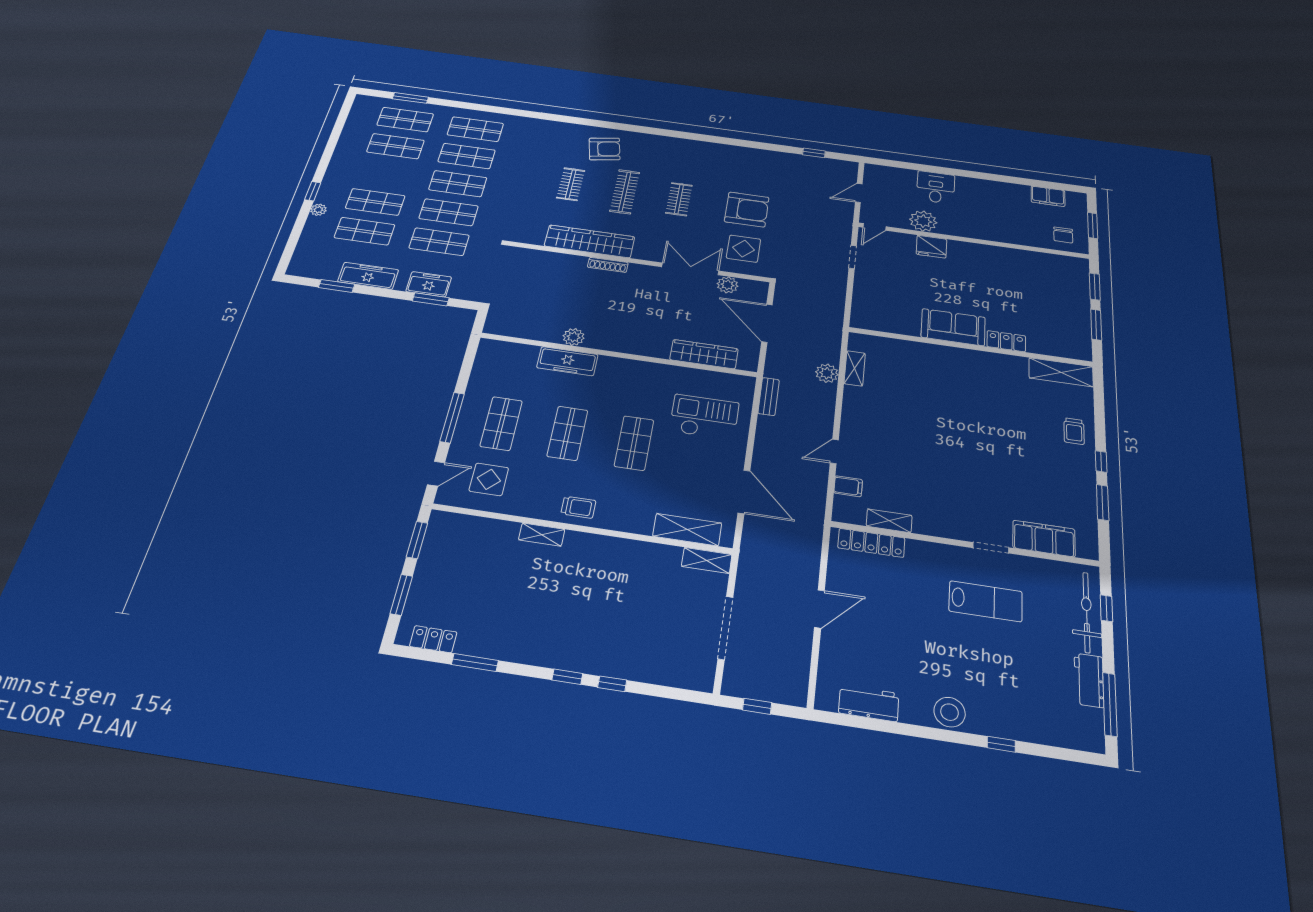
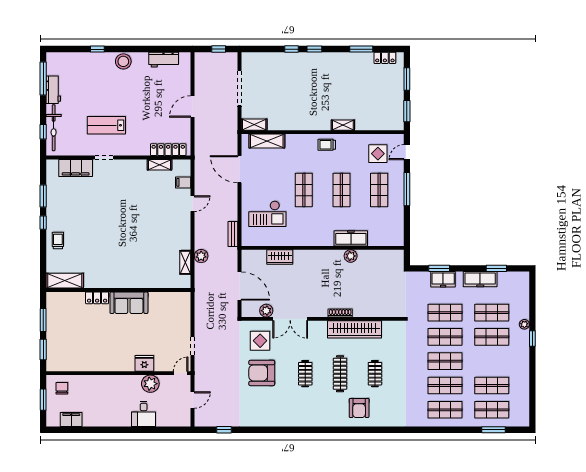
armchair: (605, 149) -> (359, 408), turned -79
wardrobe: (704, 354) -> (280, 257), width x0.67

